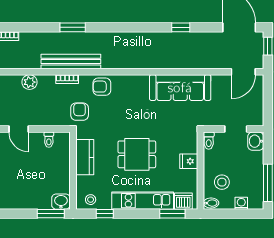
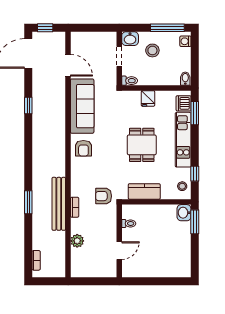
door: (243, 72) -> (68, 65), moved
armchair: (102, 87) -> (83, 148), moved
stool: (222, 182) -> (152, 50), moved
washing machine: (241, 203) -> (185, 41), moved

